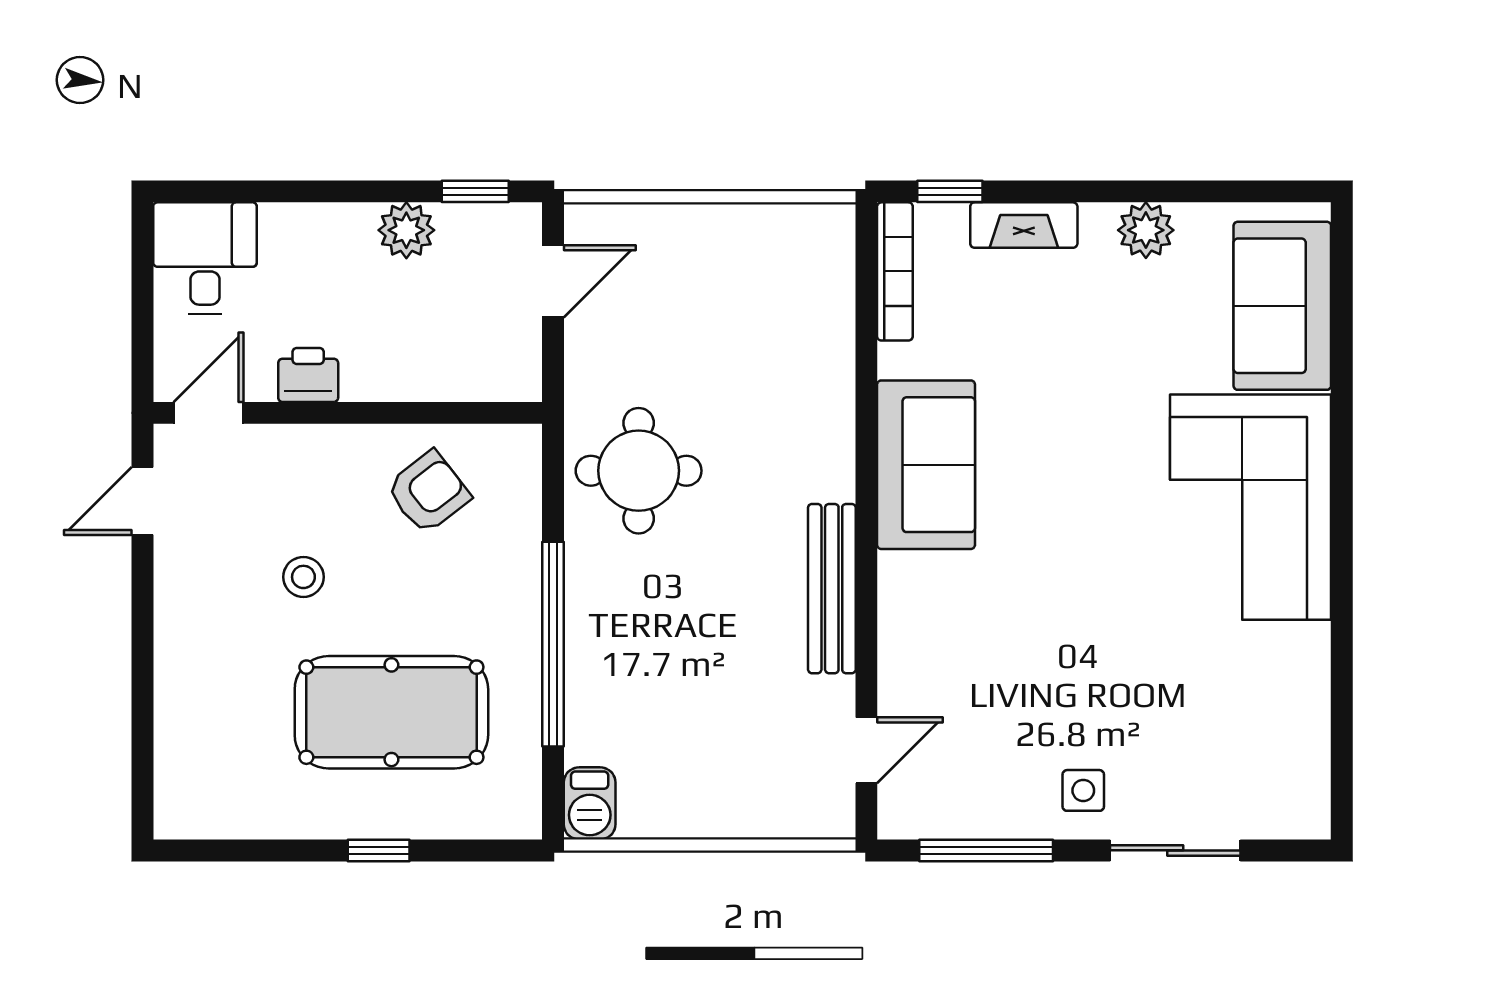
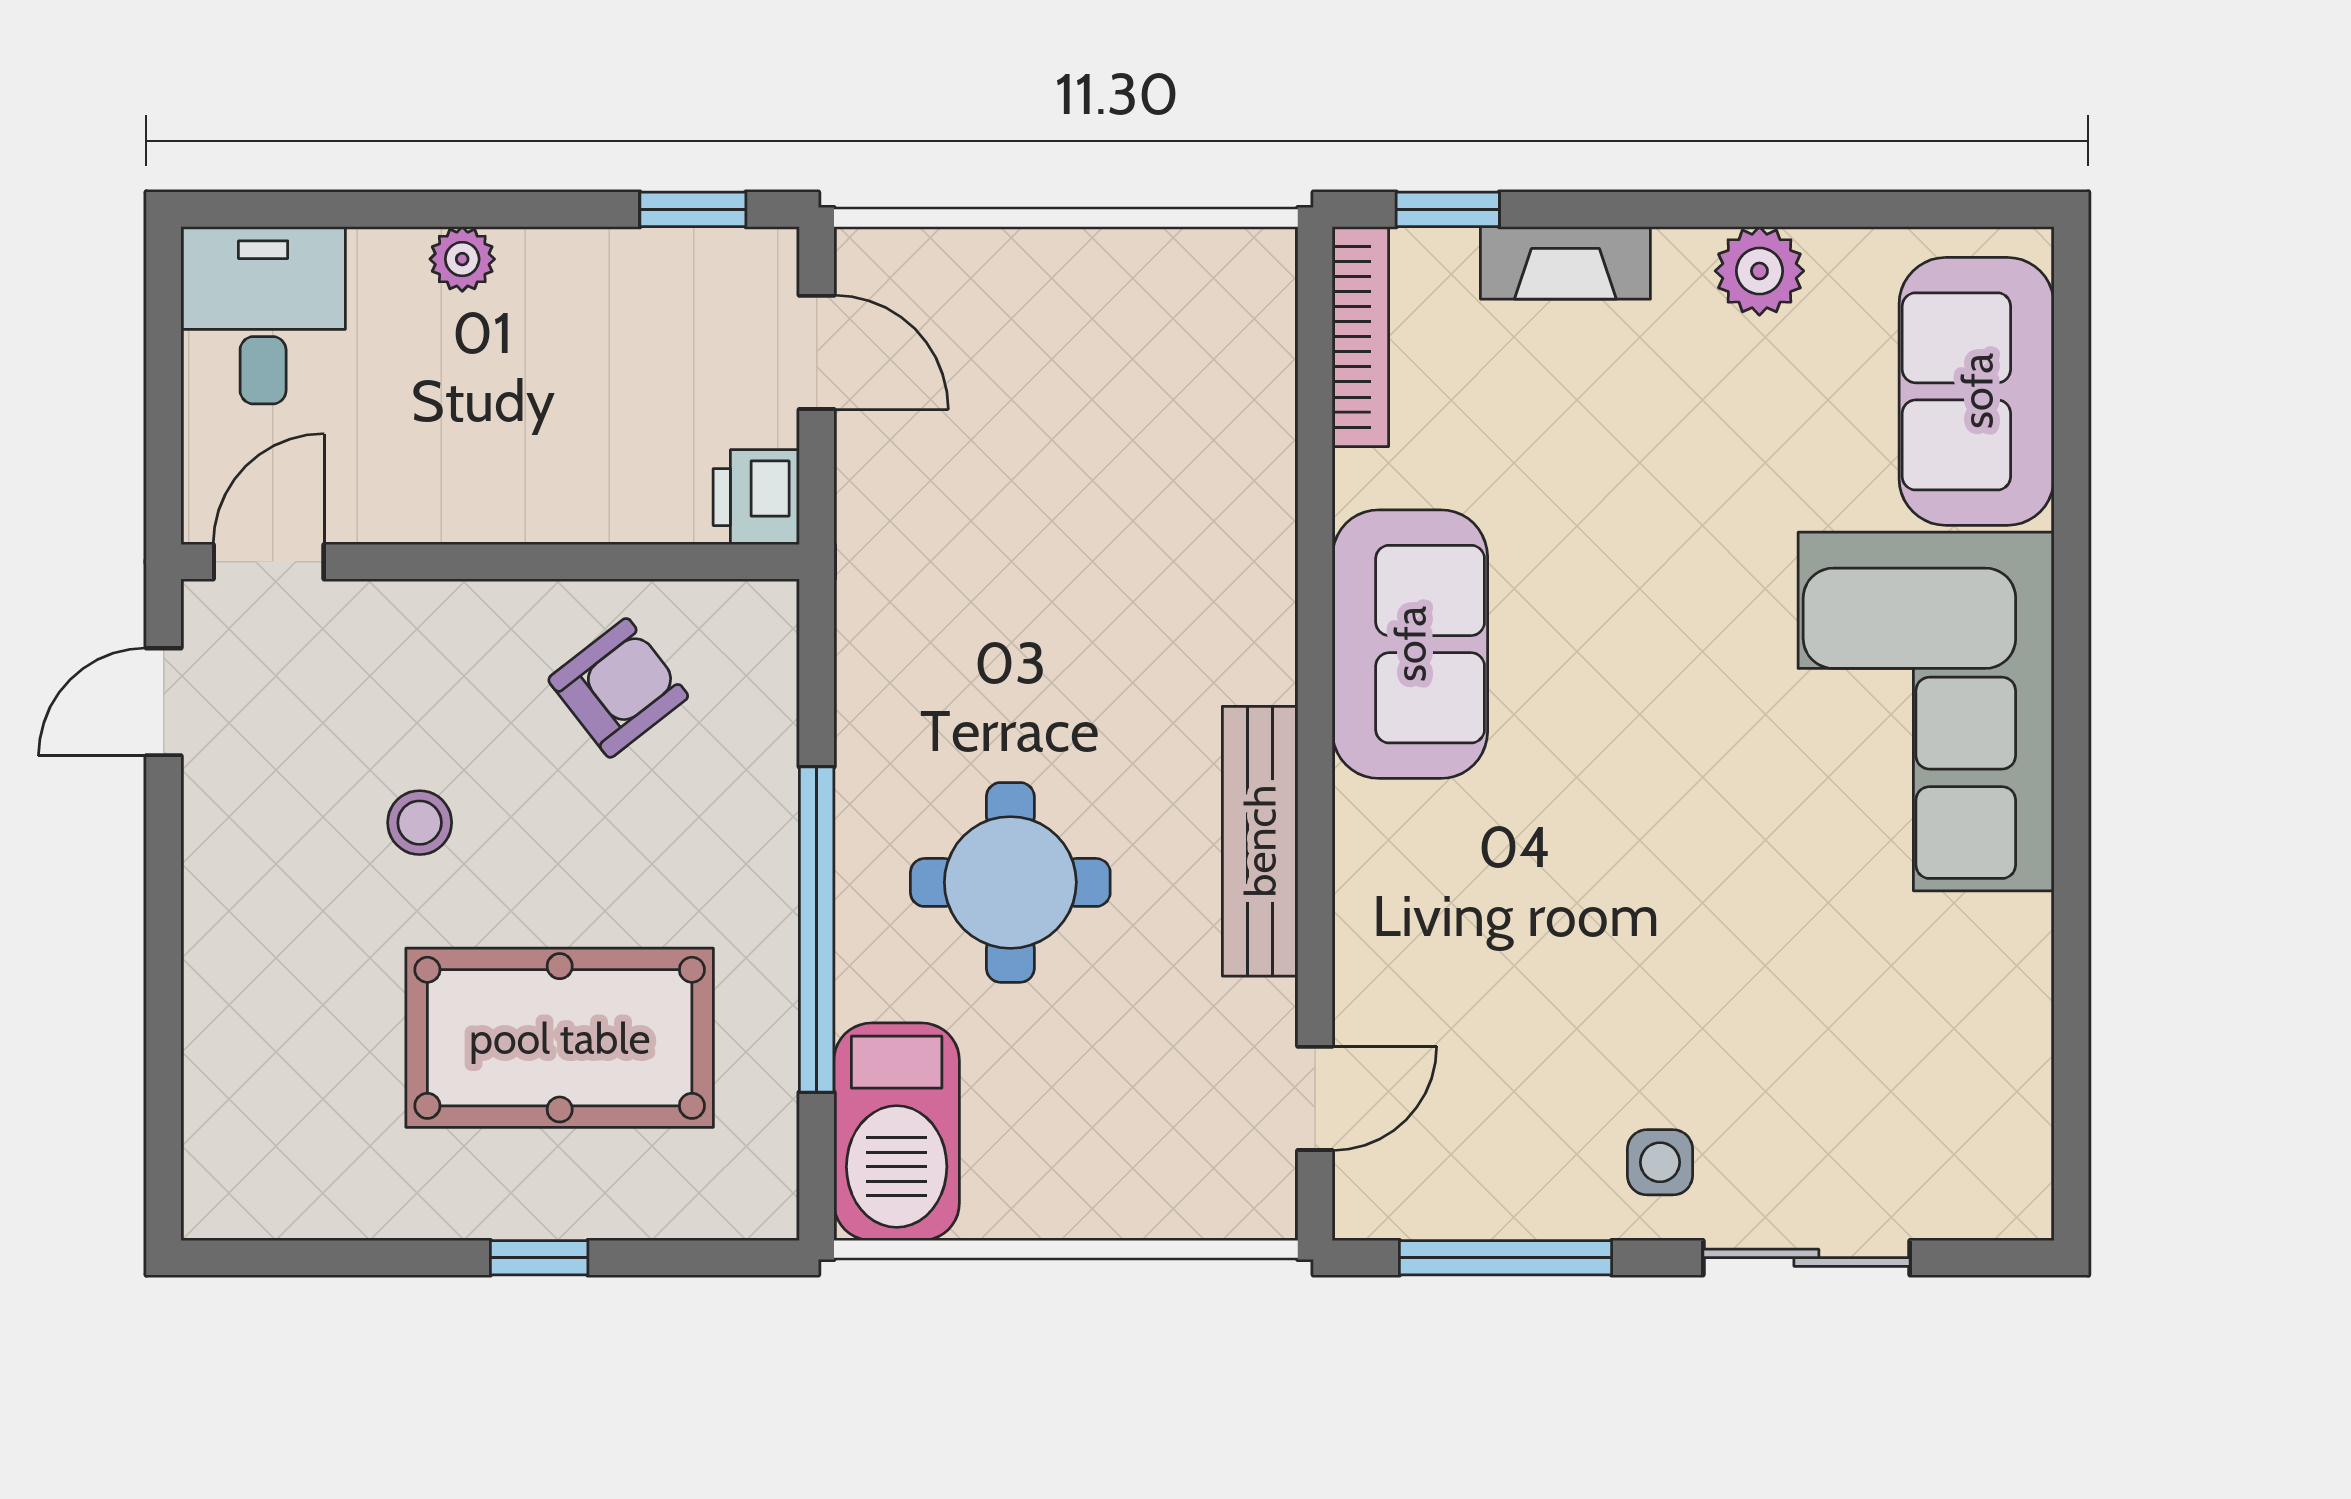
plant: (406, 230) -> (462, 259), moved, width x0.73, depth x0.73
door: (553, 281) -> (817, 352), hinge flipped
printer: (308, 375) -> (756, 497), moved, turned -90
round table: (639, 471) -> (1010, 882), moved
barbecue: (590, 803) -> (897, 1132), width x1.88, depth x1.53

